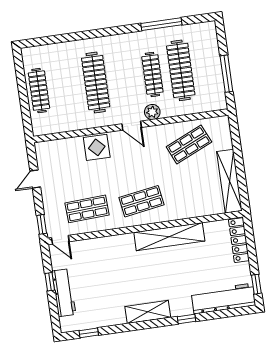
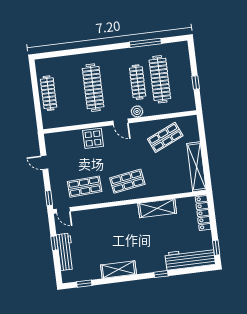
window: (226, 74) -> (196, 83), width x0.46
door: (35, 179) -> (44, 162), hinge flipped
shelving: (169, 237) -> (157, 208), width x0.68
shelving: (148, 312) -> (118, 270), moved

